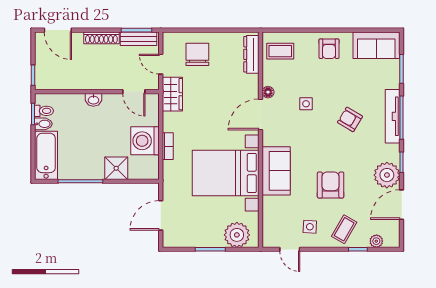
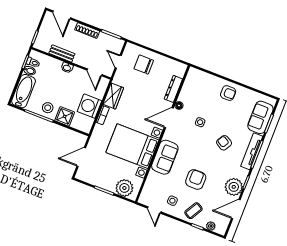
bench: (138, 39) -> (62, 53), moved
sofa: (376, 45) -> (260, 117), moved, turned 90
armchair: (329, 49) -> (228, 93), turned -90
coffee table: (280, 51) -> (197, 83), removed
chair: (197, 54) -> (144, 64), turned -90
dresser: (251, 54) -> (173, 89), moved
wardrobe: (172, 94) -> (113, 96), moved
stool: (88, 165) -> (48, 108), added

